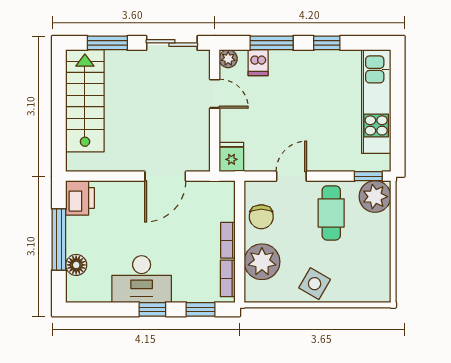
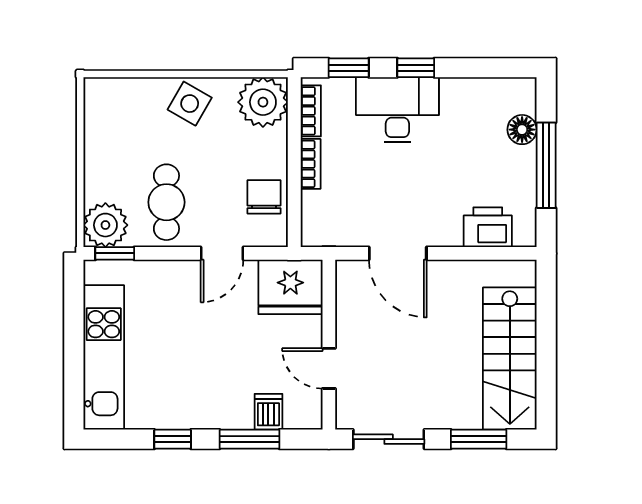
plant: (228, 59) -> (310, 417), removed
fridge: (231, 157) -> (290, 287), width x1.88, depth x1.34
door: (165, 176) -> (398, 253), swing flipped
printer: (80, 198) -> (488, 227), moved, turned 90
plant: (262, 262) -> (263, 102), moved
desk: (142, 279) -> (397, 110), moved

